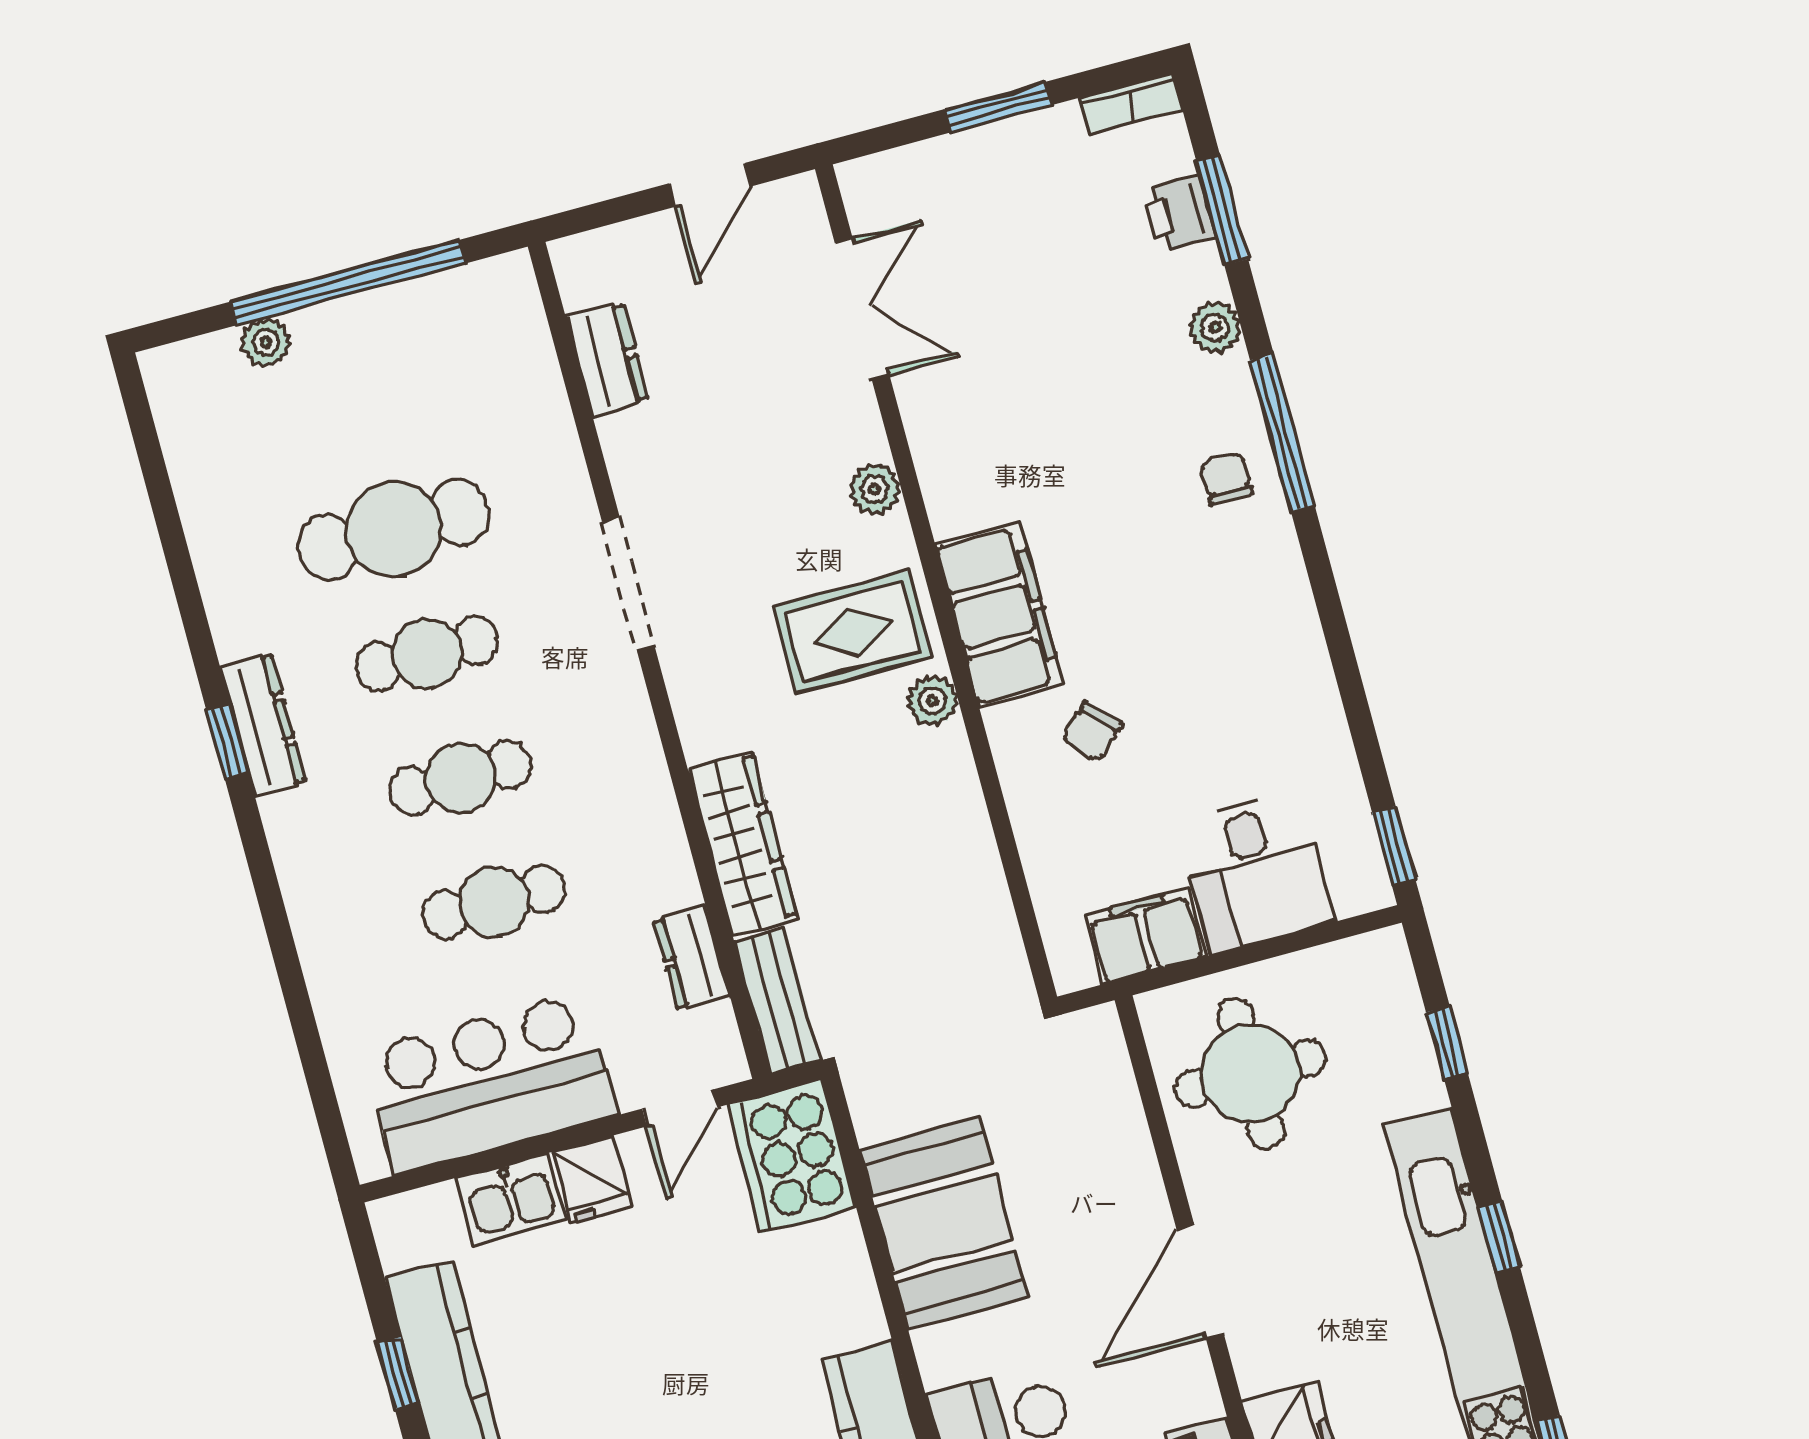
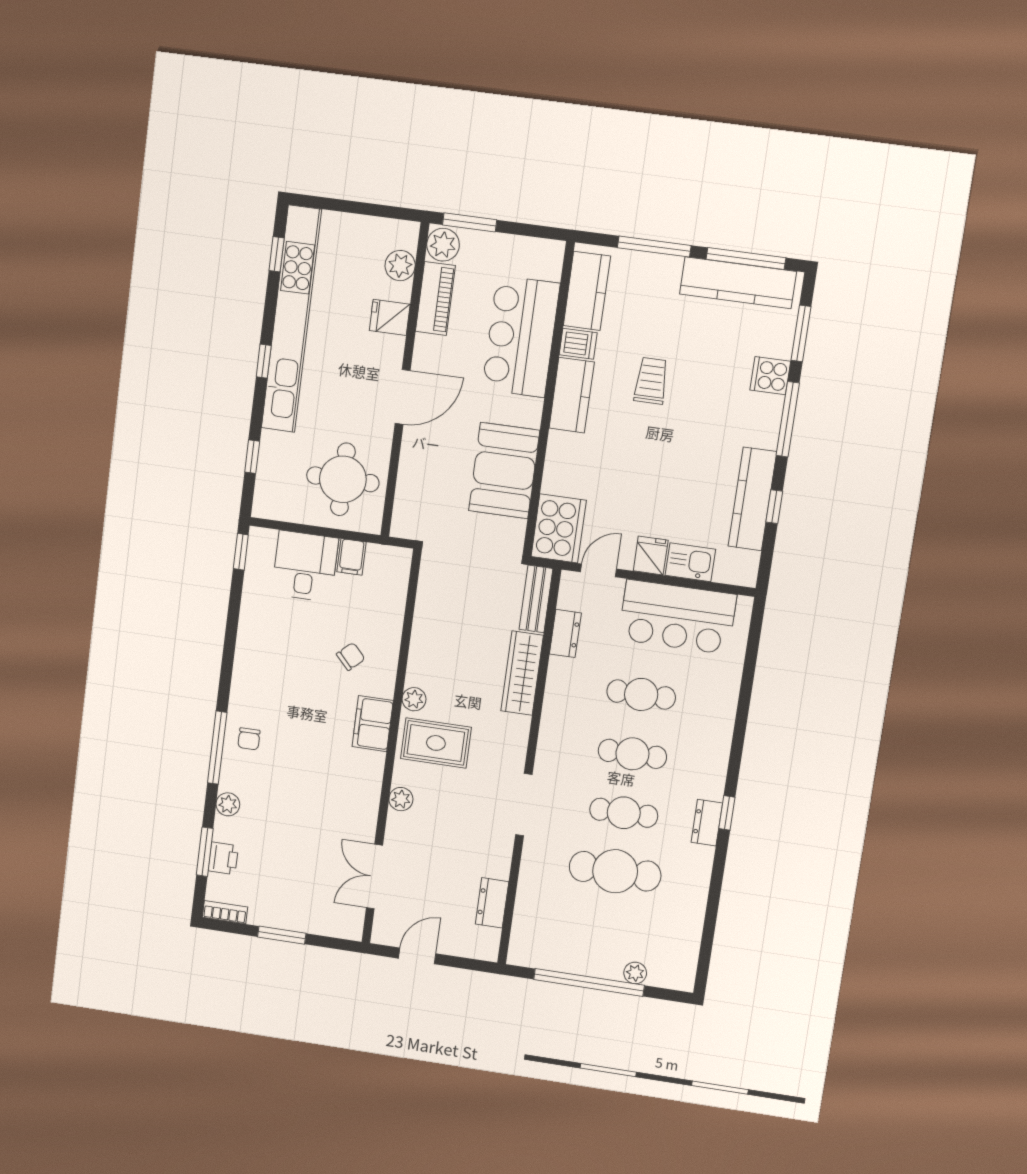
filing cabinet: (999, 615) -> (373, 724), width x0.67, depth x0.86
dresser: (263, 725) -> (707, 823), width x0.70
filing cabinet: (1145, 936) -> (351, 557), width x0.50

